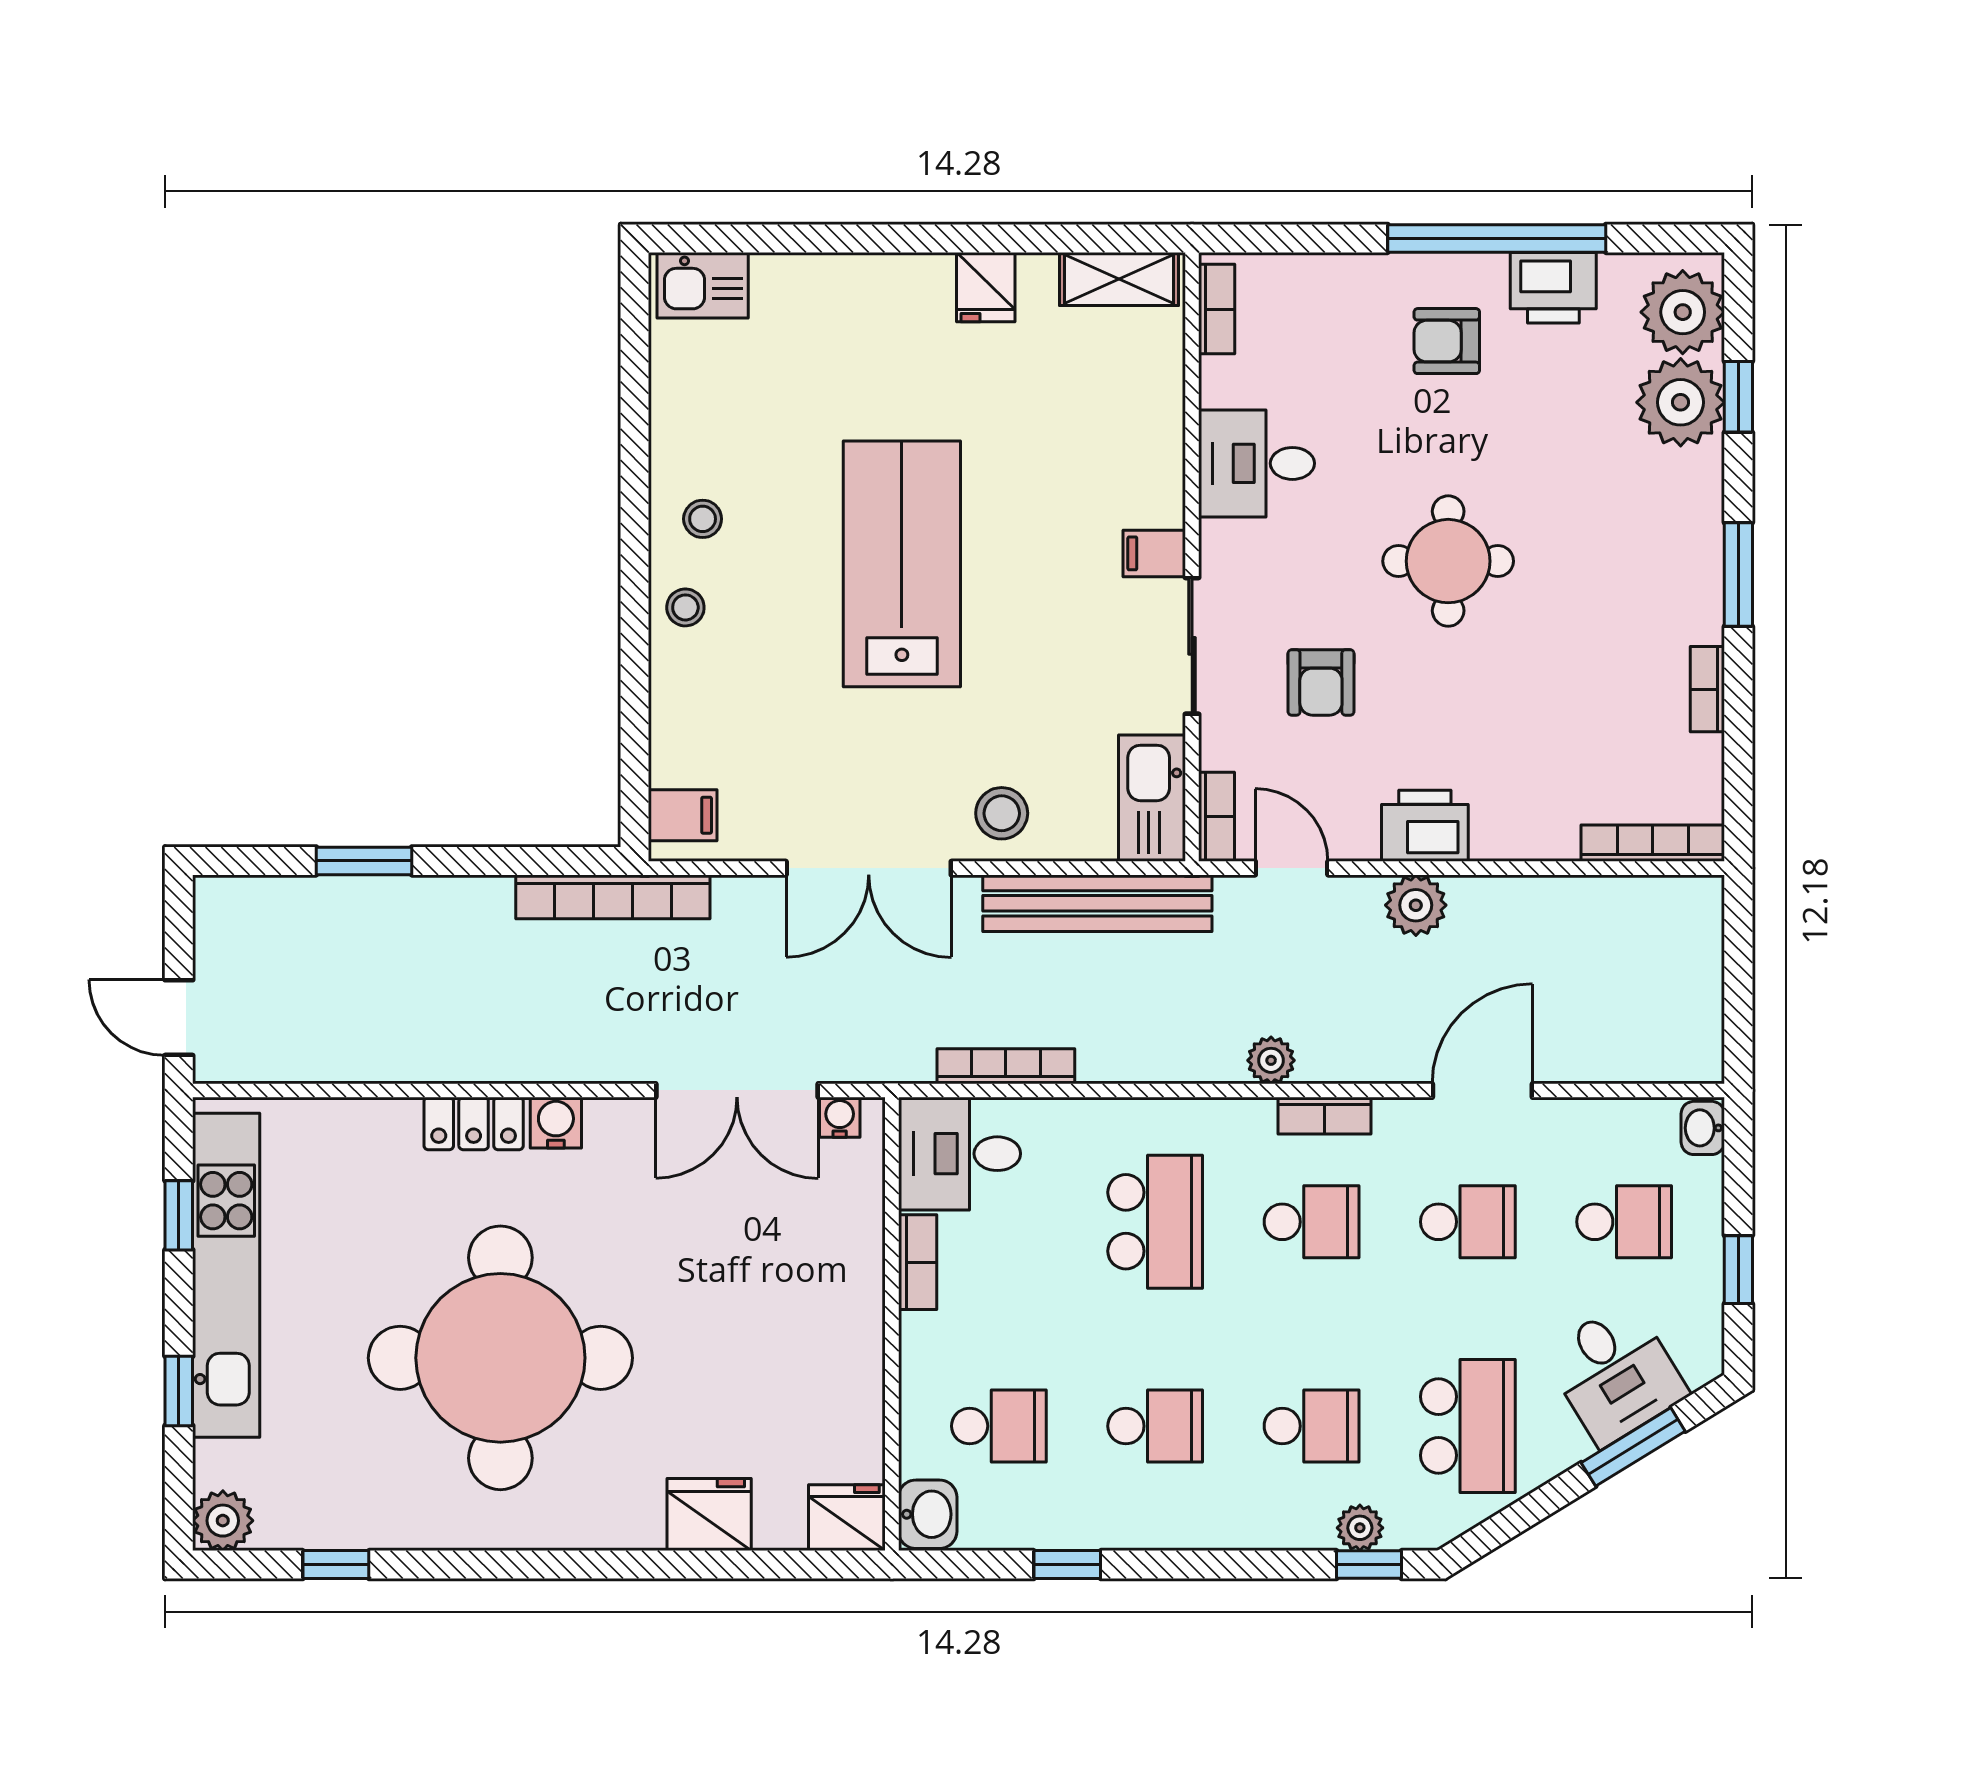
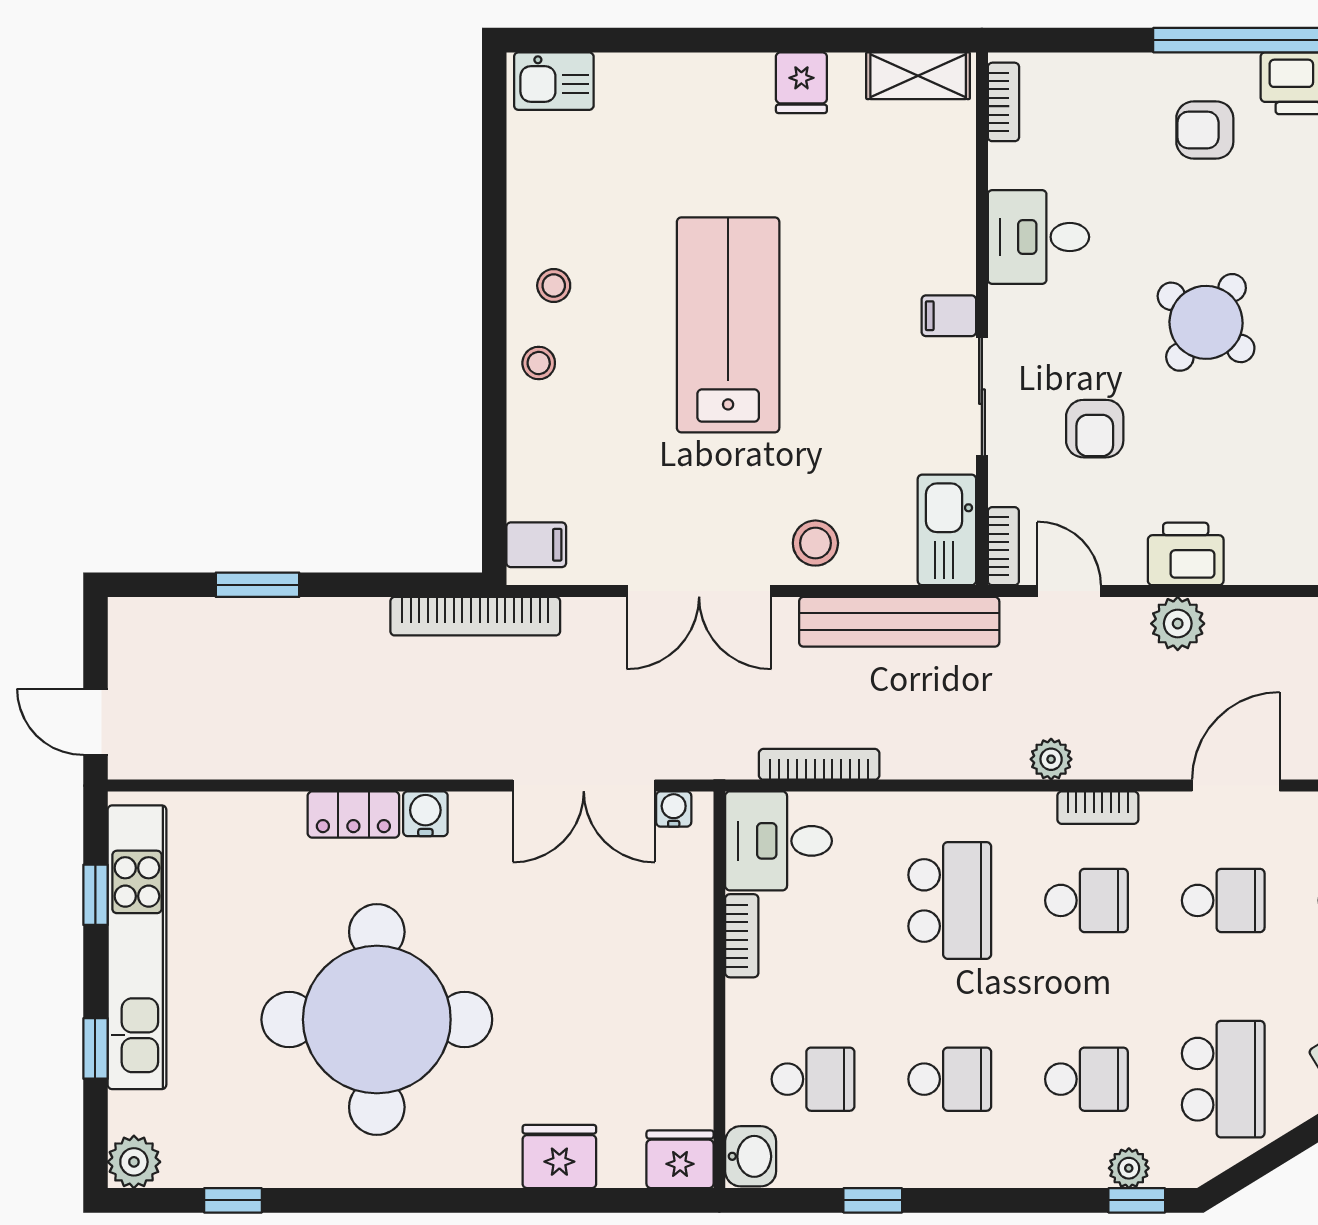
round table: (1448, 561) -> (1206, 322), turned 37

